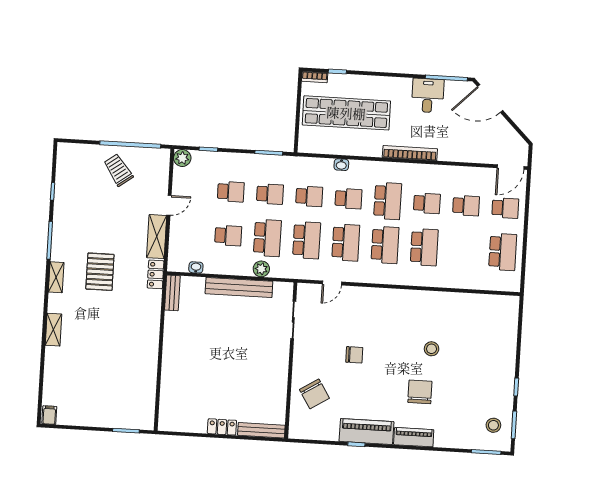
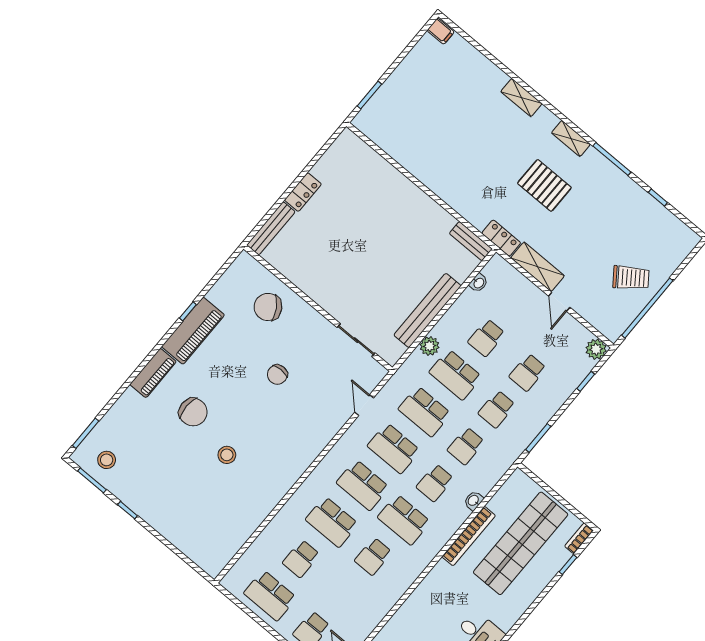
bookcase: (410, 153) -> (469, 536), moved
school desk: (466, 206) -> (301, 559), moved

